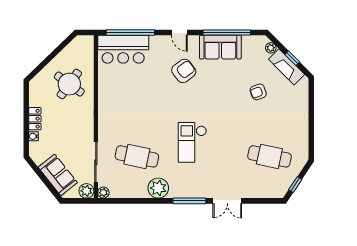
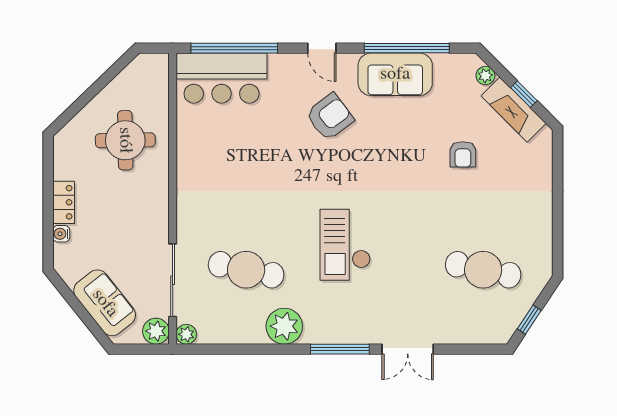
round table: (69, 84) -> (125, 140), turned -37
armchair: (258, 92) -> (463, 154), turned -70

